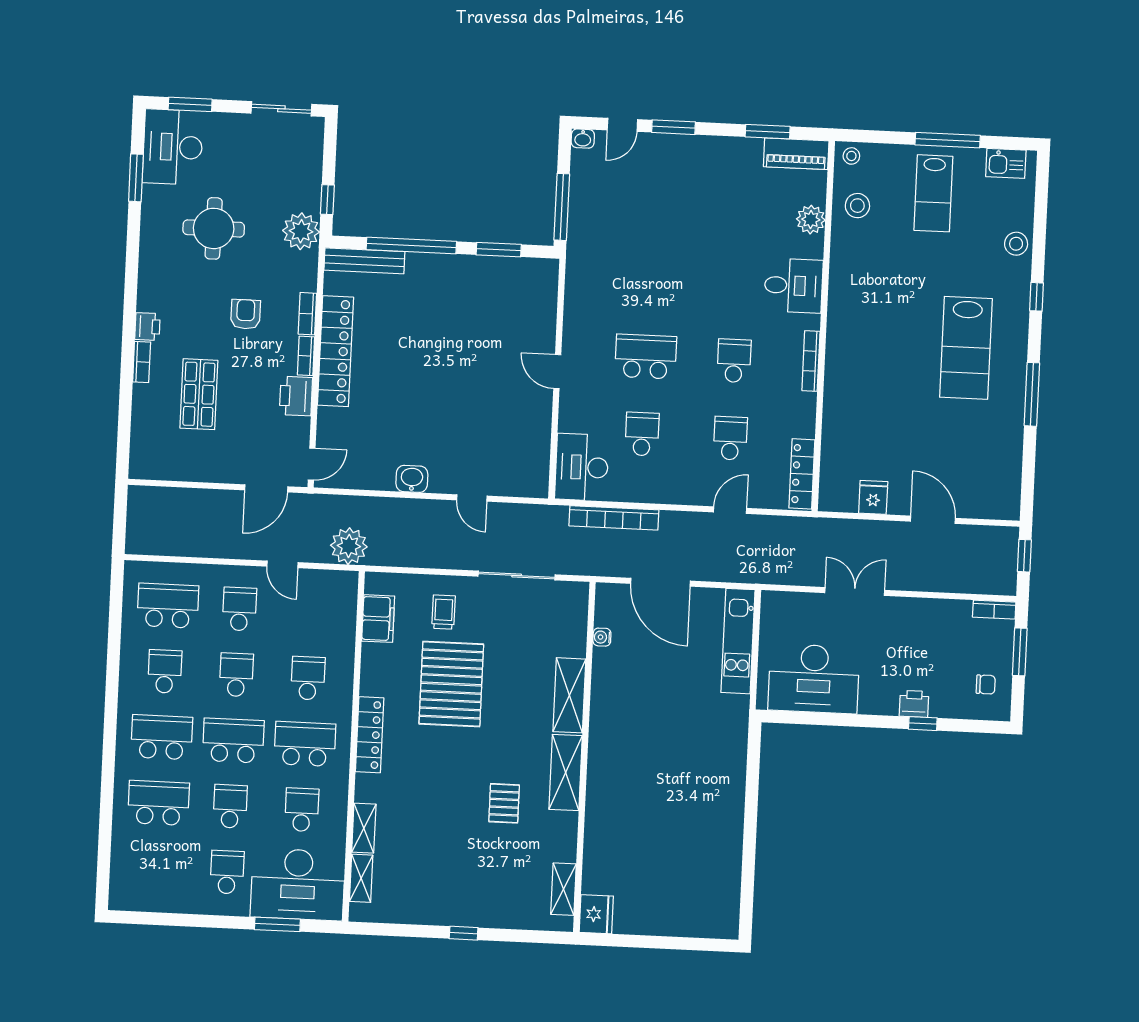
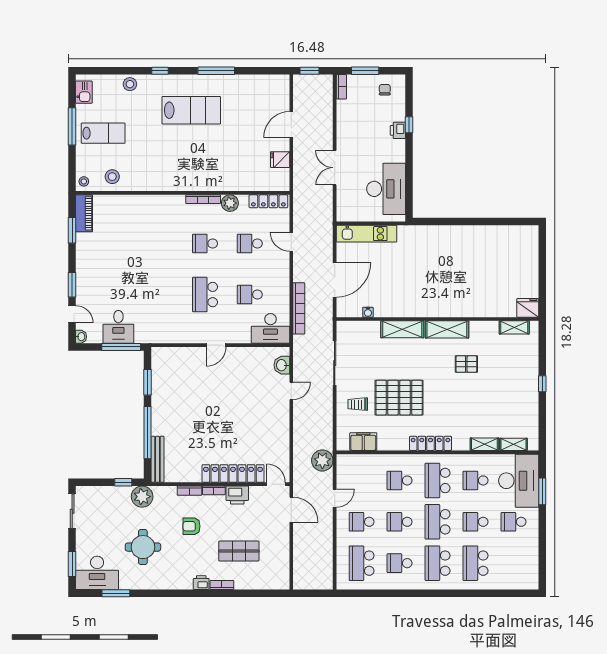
plant: (811, 220) -> (230, 203), moved
desk: (794, 286) -> (118, 327), moved, turned 180
locker: (335, 351) -> (233, 473), moved
washbasin: (412, 479) -> (282, 365), moved

